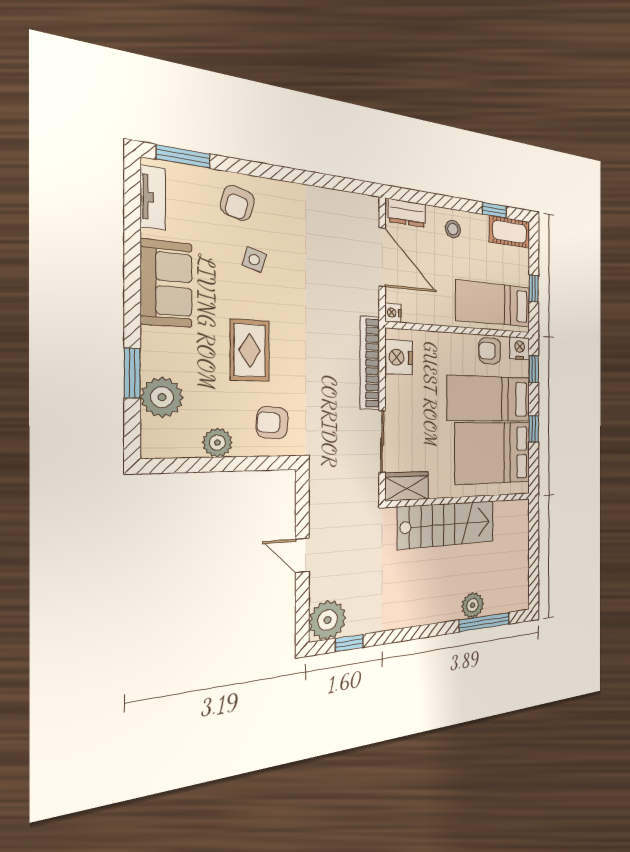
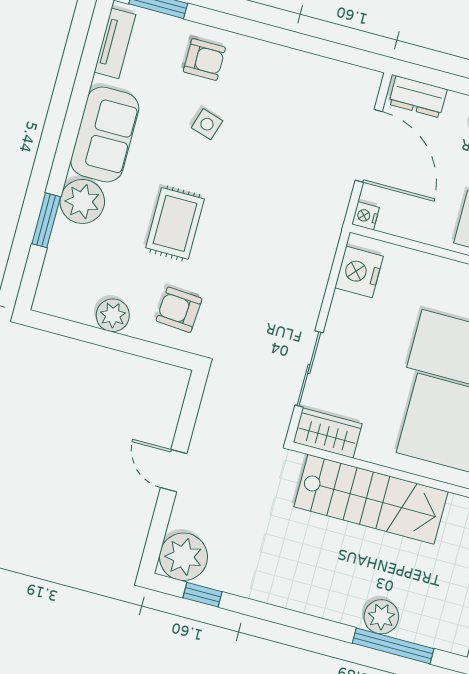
armchair: (237, 203) -> (204, 59), turned -104
bookcase: (370, 363) -> (318, 270), removed
plant: (162, 397) -> (82, 201), moved

